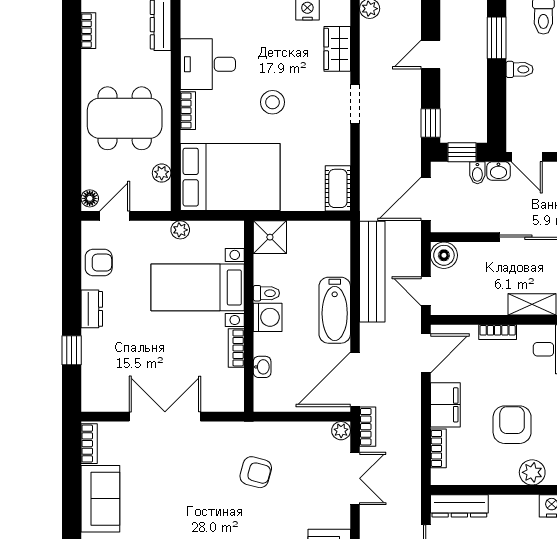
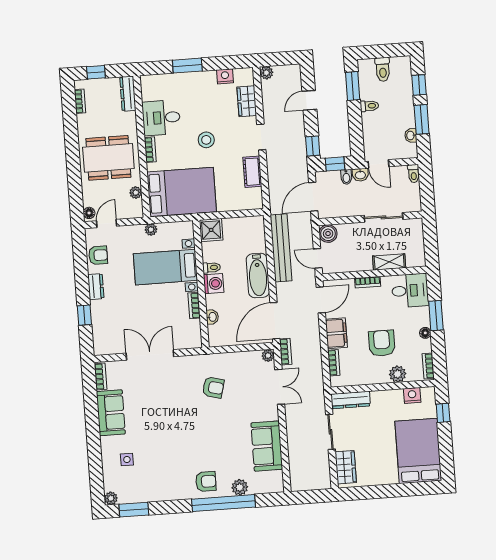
cot: (338, 188) -> (252, 172), moved

